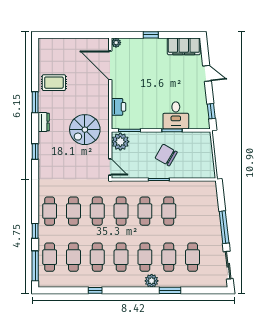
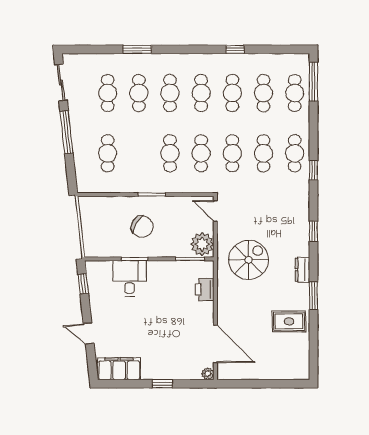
cafe table: (169, 211) -> (108, 153), moved
window: (35, 231) -> (313, 170), moved
plant: (152, 281) -> (161, 62), removed

